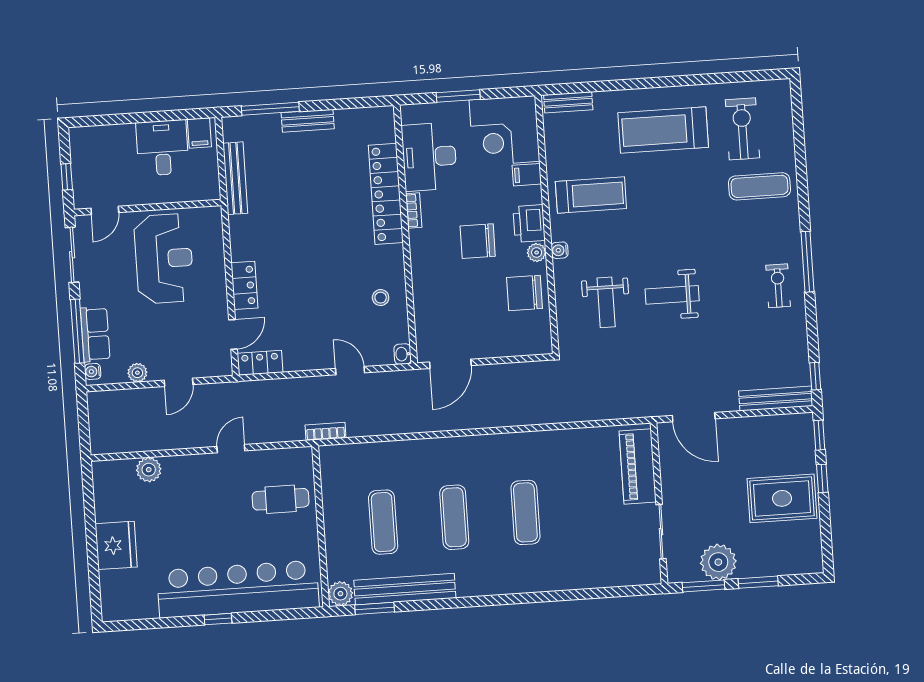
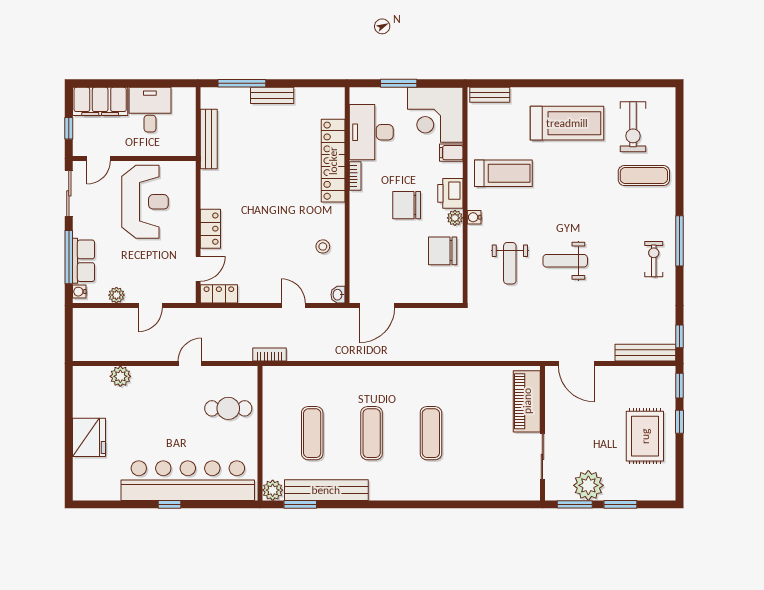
exercise bike: (742, 129) -> (633, 127), turned 180
treadmill: (663, 130) -> (567, 123), turned 180
filing cabinet: (199, 133) -> (100, 101), moved, width x3.00, depth x1.17
rug: (782, 498) -> (645, 436), turned 90

